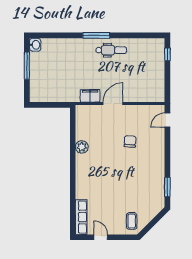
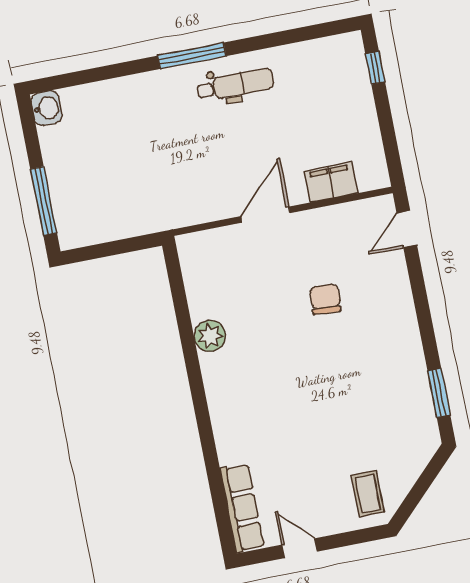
window: (27, 66) -> (44, 201), moved
filing cabinet: (90, 96) -> (331, 182), moved

